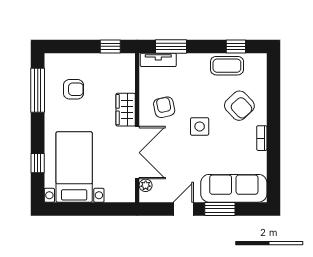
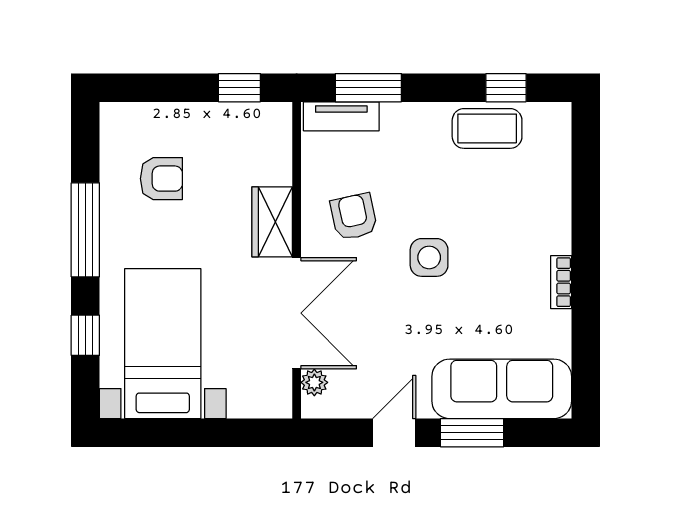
window: (38, 90) -> (85, 230), moved
armchair: (239, 106) -> (514, 213), removed

